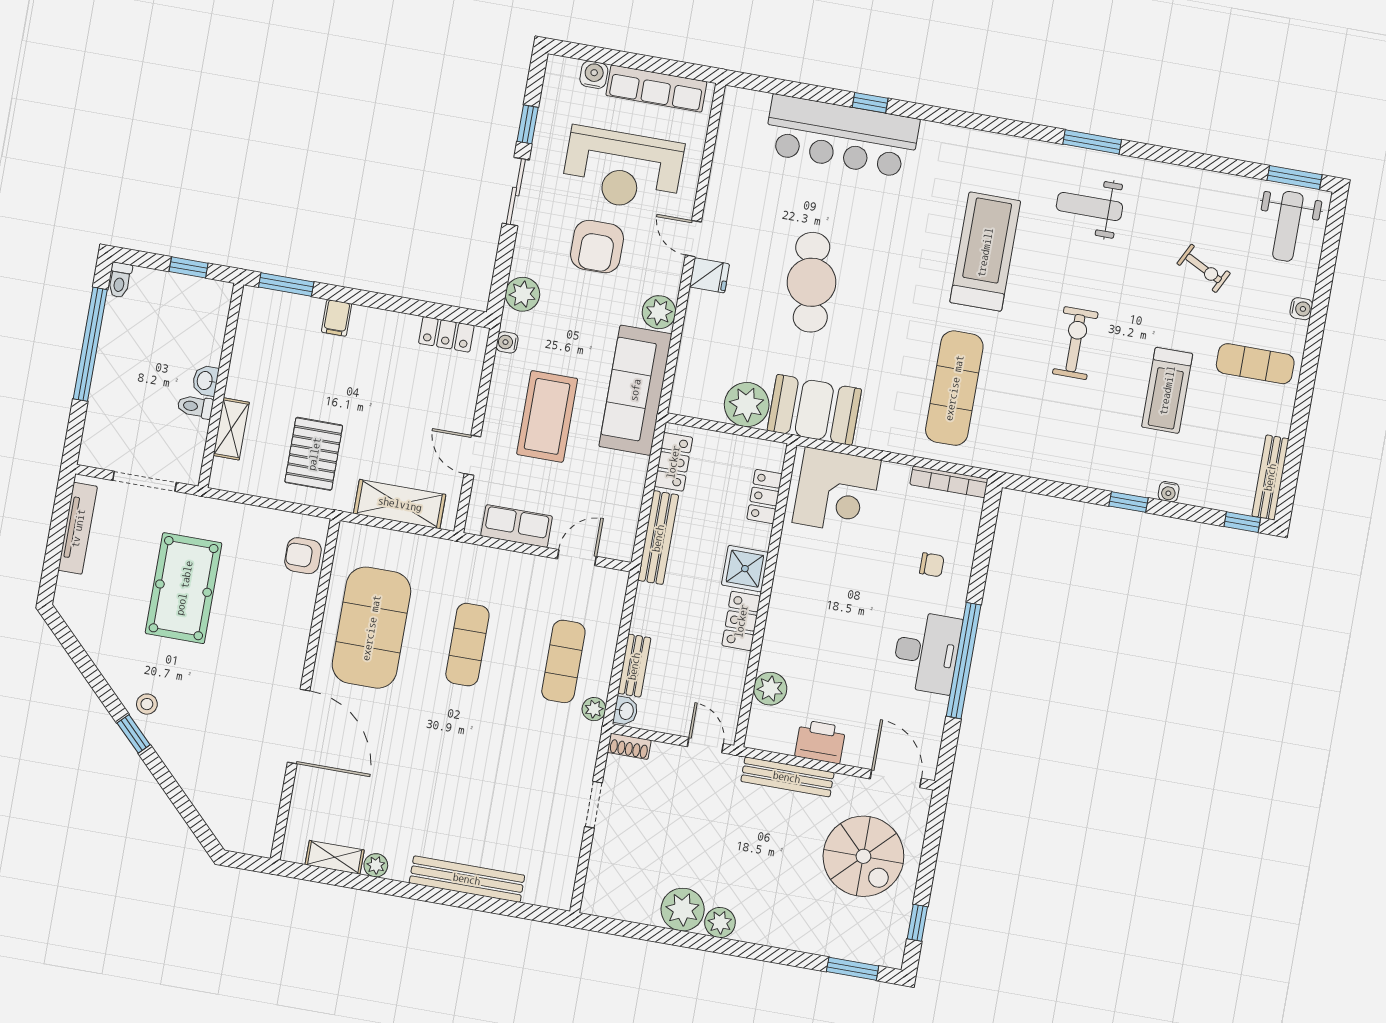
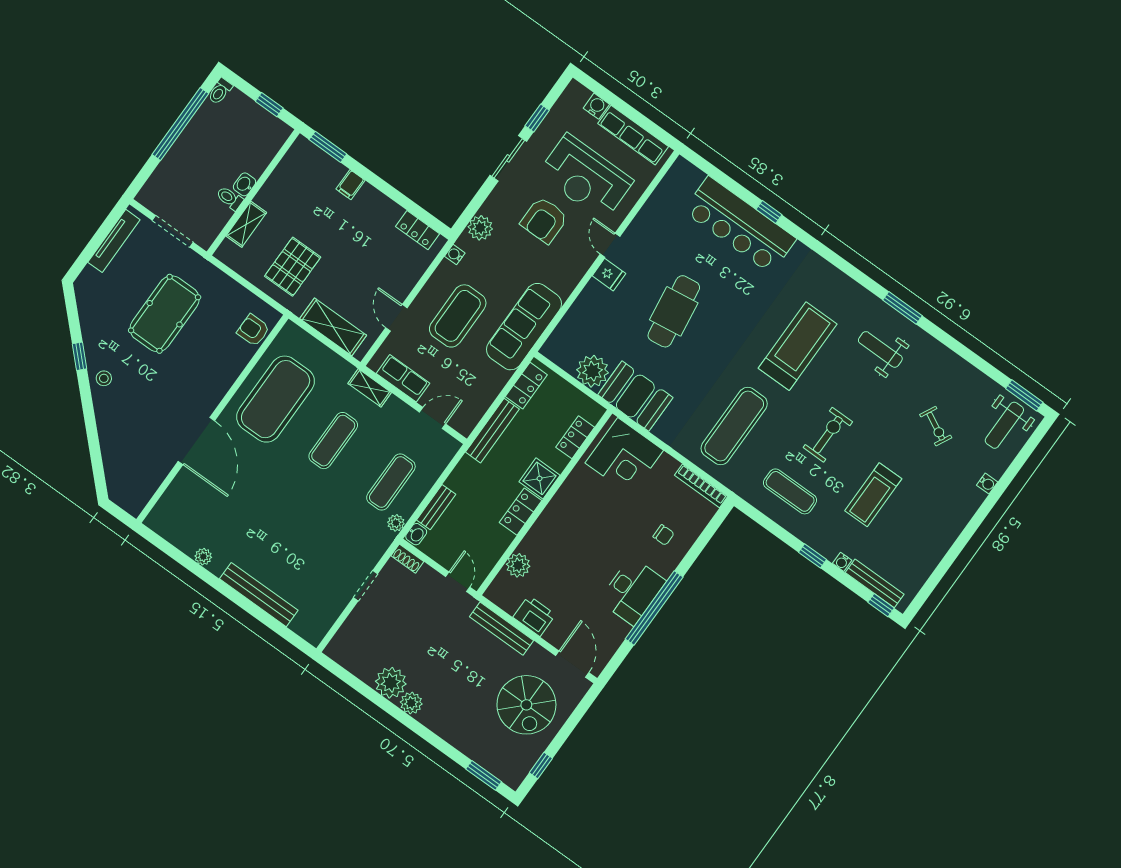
plant: (659, 312) -> (564, 283), removed
exercise mat: (1255, 364) -> (790, 491), moved
bench: (1270, 477) -> (875, 583), moved, turned 90
window: (134, 734) -> (80, 356), moved
shelving: (335, 857) -> (370, 388), moved

